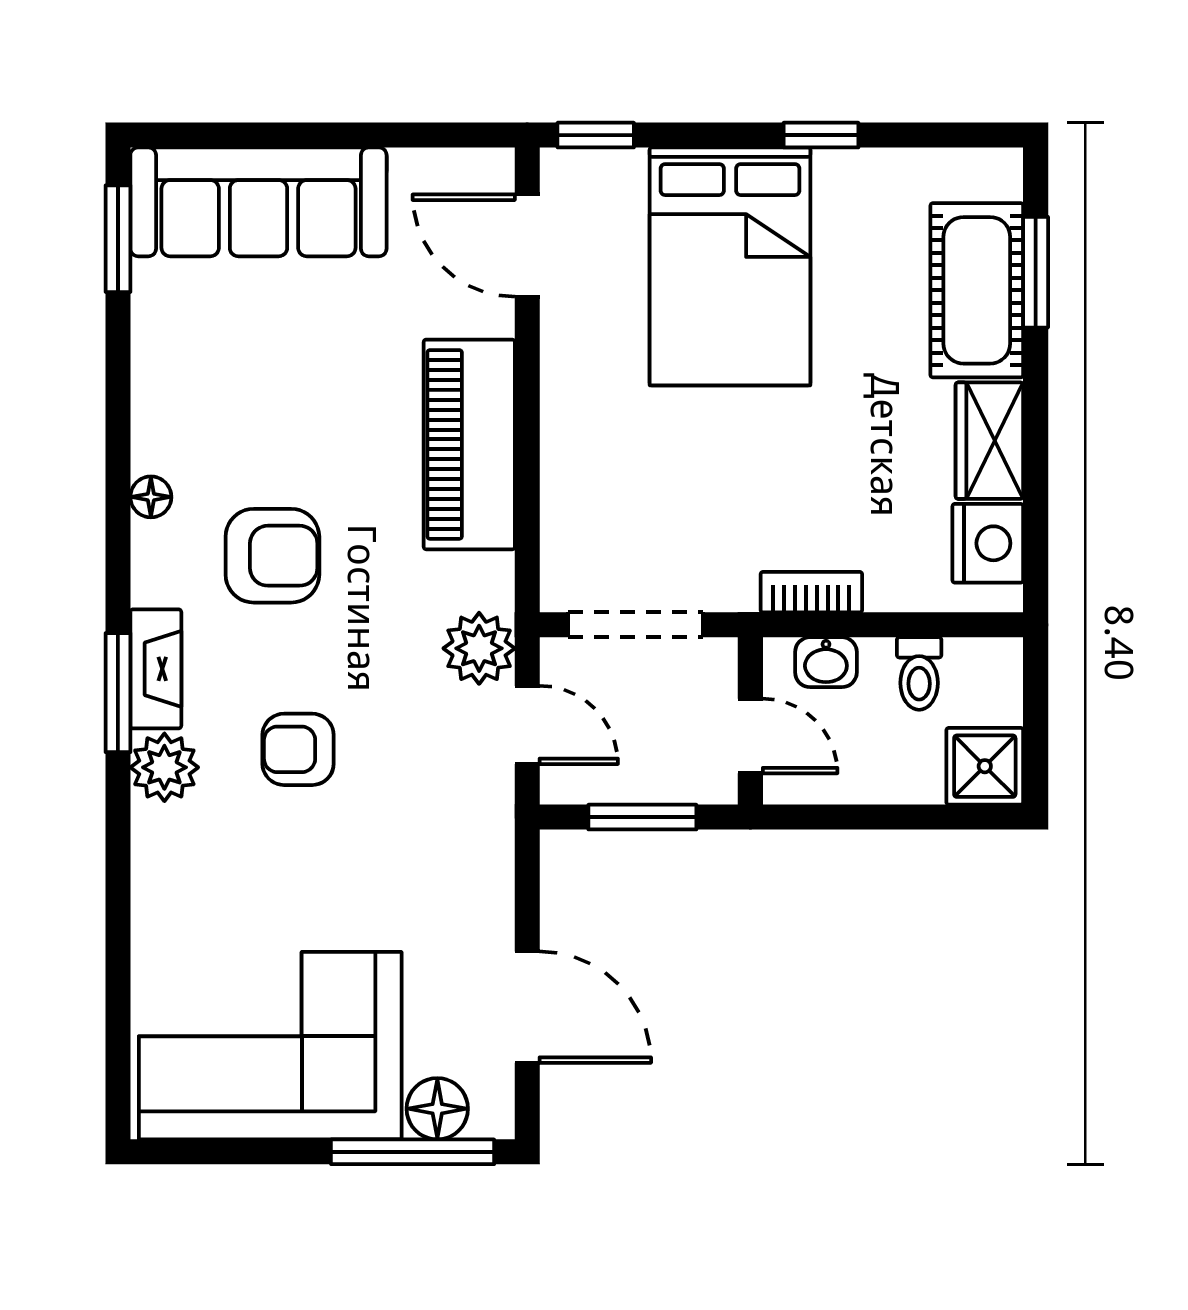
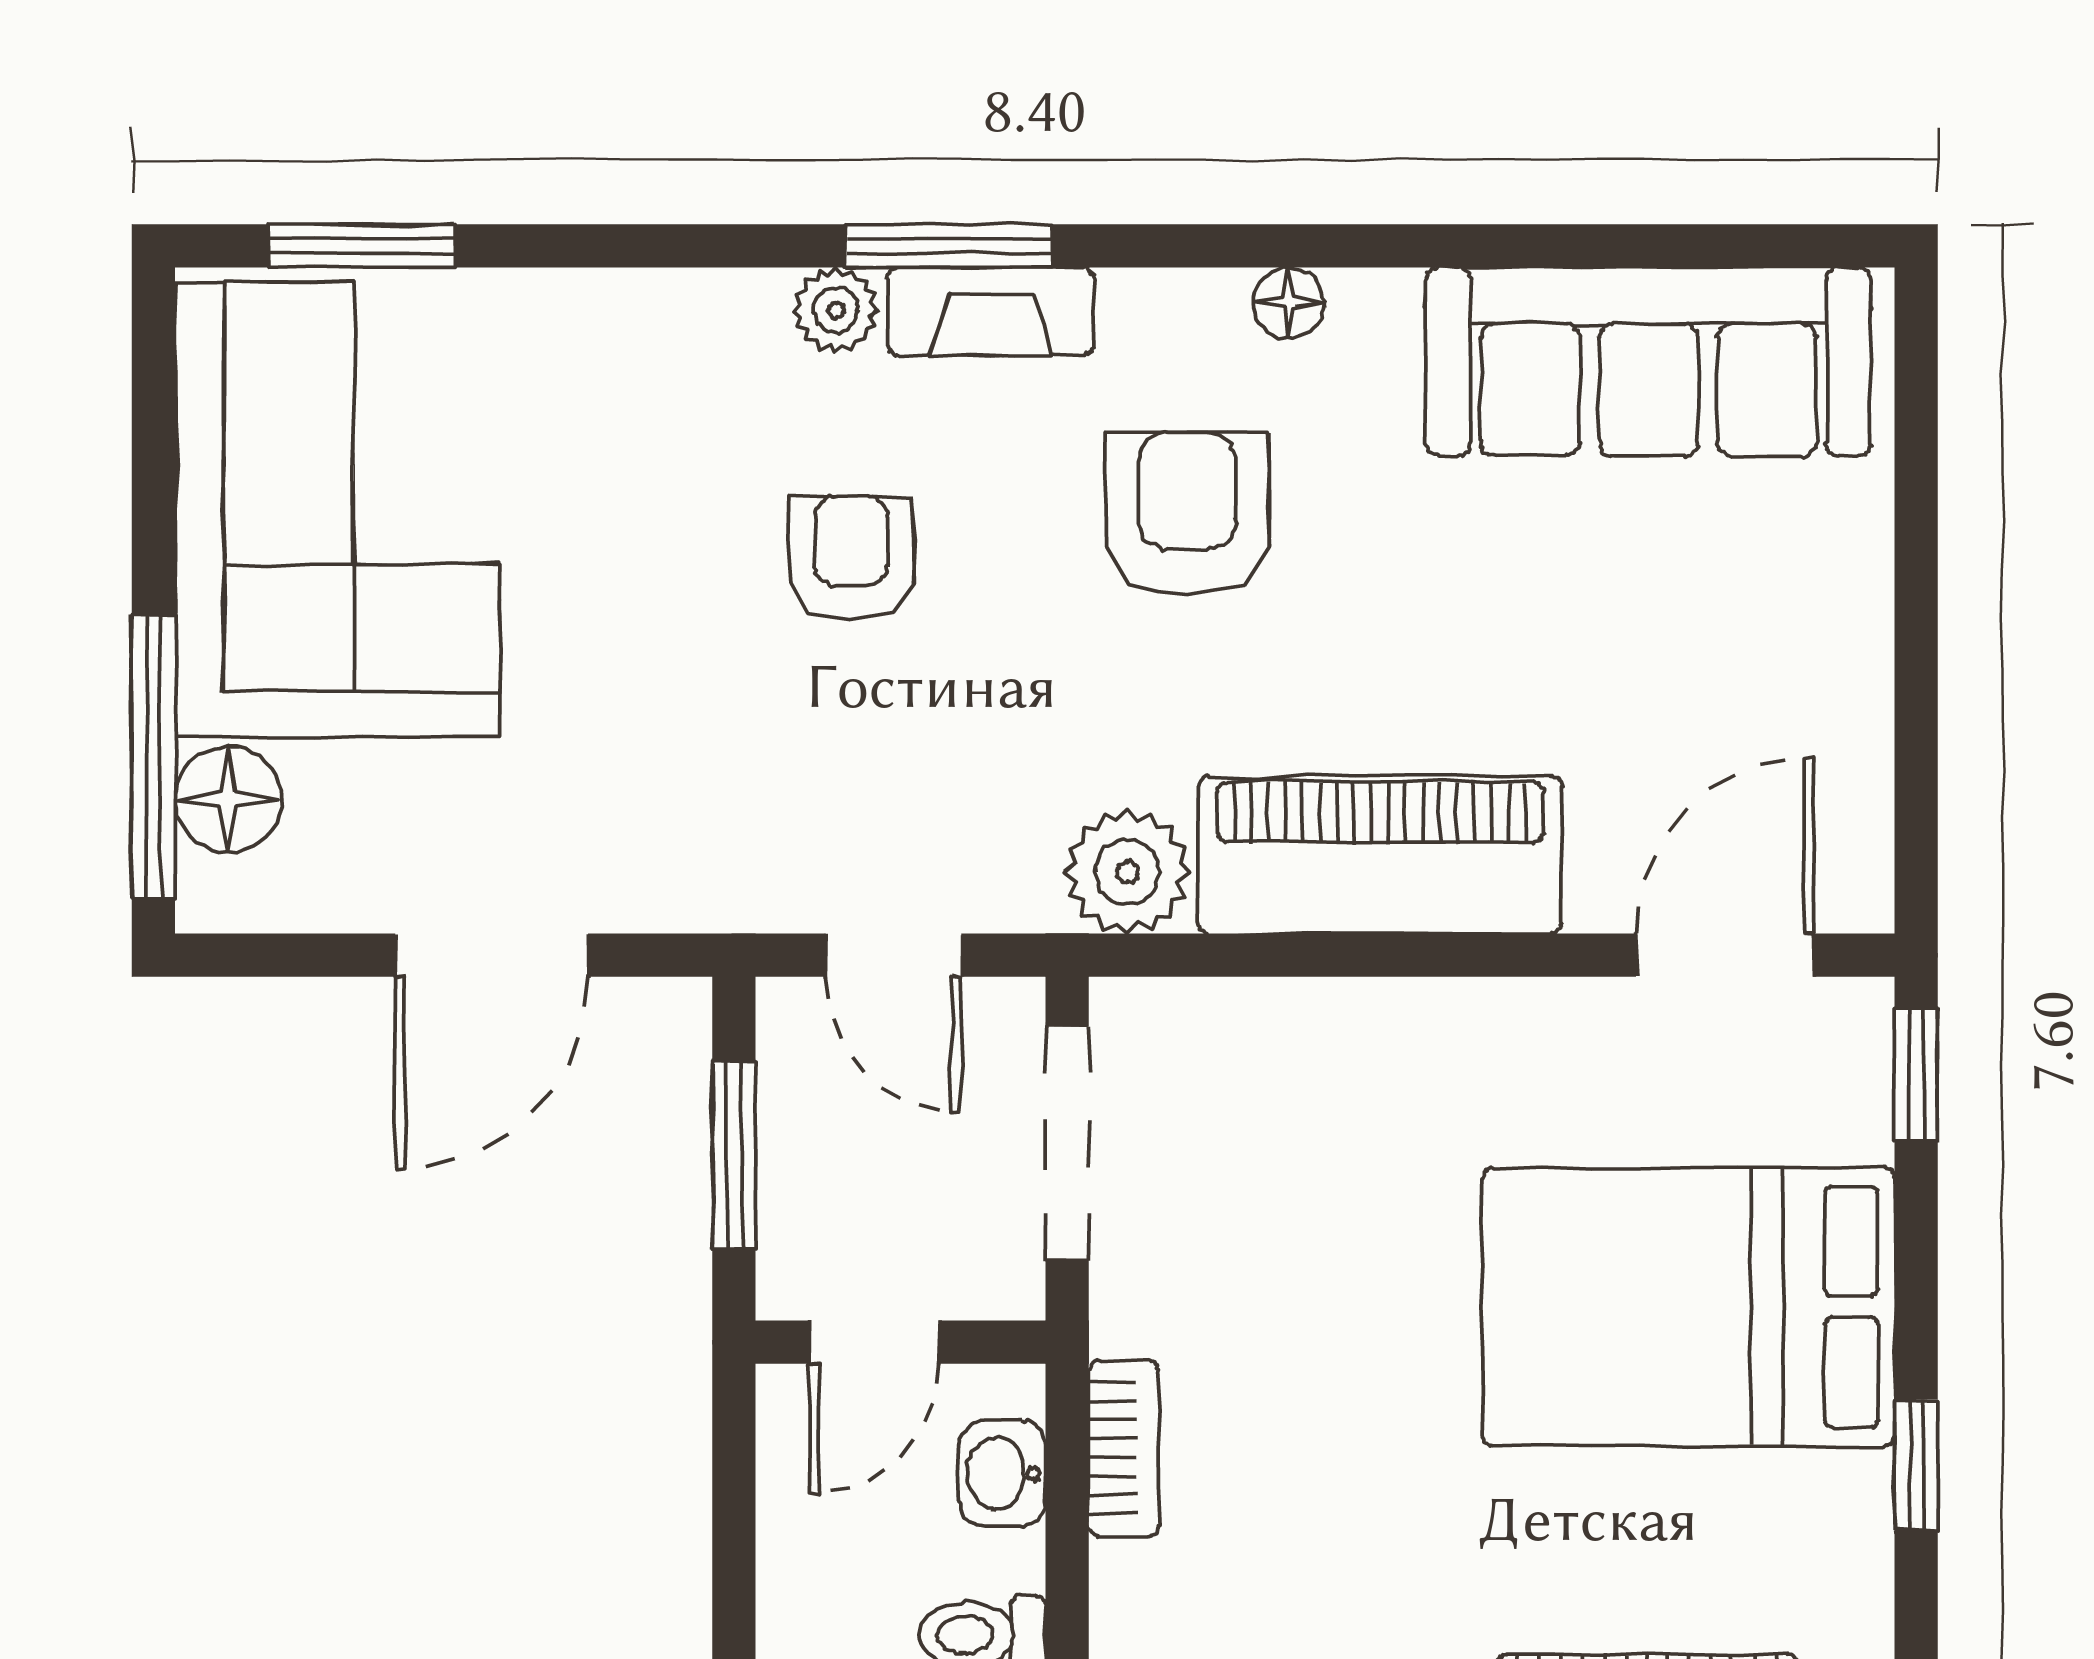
sofa: (258, 202) -> (1648, 362), moved, turned -90
window: (118, 239) -> (362, 246), moved
armchair: (272, 556) -> (1187, 514), turned 180
plant: (479, 648) -> (1127, 872), moved
door: (527, 725) -> (894, 955), hinge flipped
plant: (164, 767) -> (836, 310), width x0.73, depth x0.73
door: (527, 1007) -> (492, 955), moved

